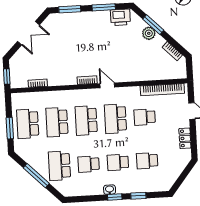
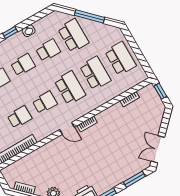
double door: (29, 33) -> (158, 149), moved
school desk: (115, 119) -> (45, 102), width x0.54
window: (10, 128) -> (134, 47), removed
washbasin: (110, 190) -> (29, 31), moved

